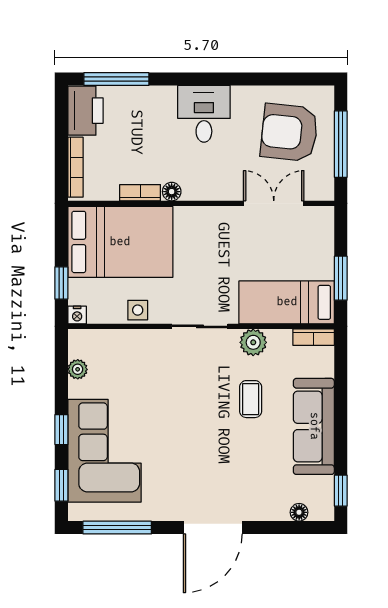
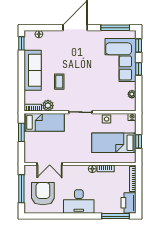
desk: (204, 114) -> (79, 201), width x1.37
armchair: (289, 133) -> (43, 194), turned -96
bed: (120, 242) -> (114, 143), width x0.67
window: (61, 283) -> (139, 141), moved
plant: (253, 342) -> (48, 106), moved

